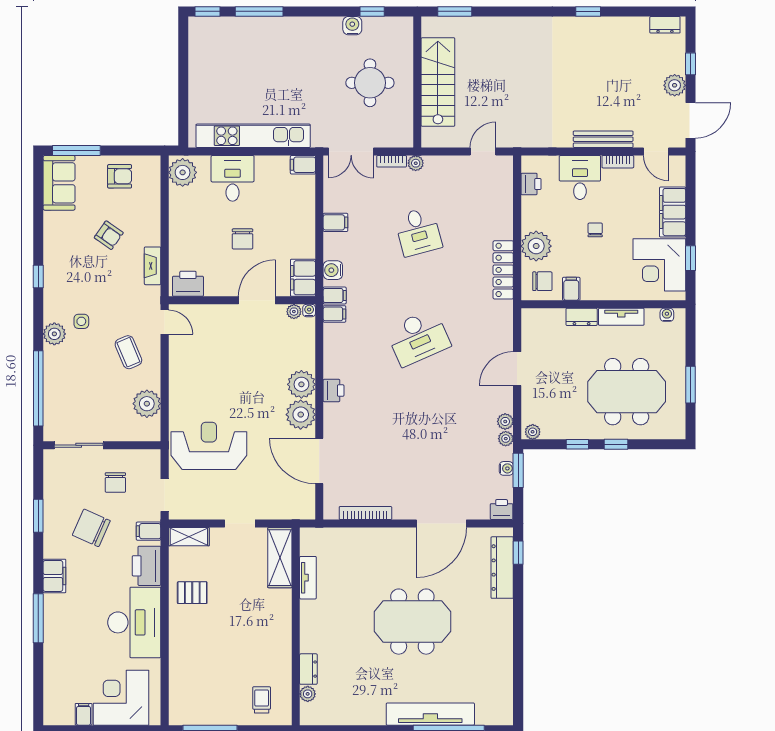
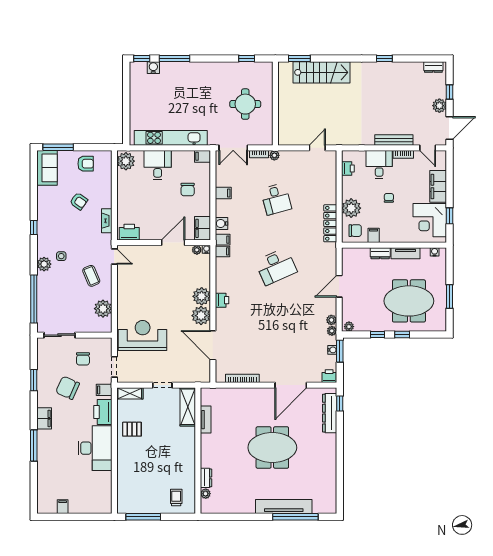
water cooler: (352, 26) -> (153, 68), moved
stairs: (438, 82) -> (322, 72), moved, turned 90
chair: (242, 239) -> (188, 190), moved
corner desk: (121, 698) -> (86, 496), removed

